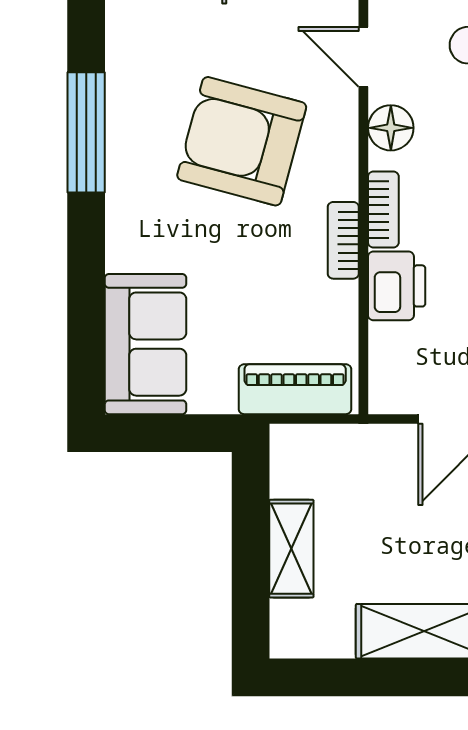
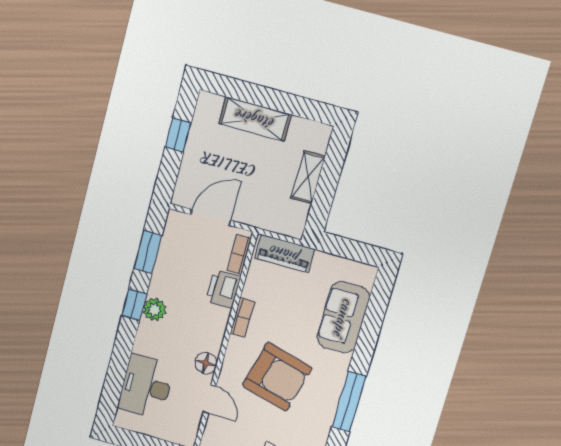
bookcase: (383, 209) -> (239, 255), moved
sofa: (146, 344) -> (343, 317), moved

